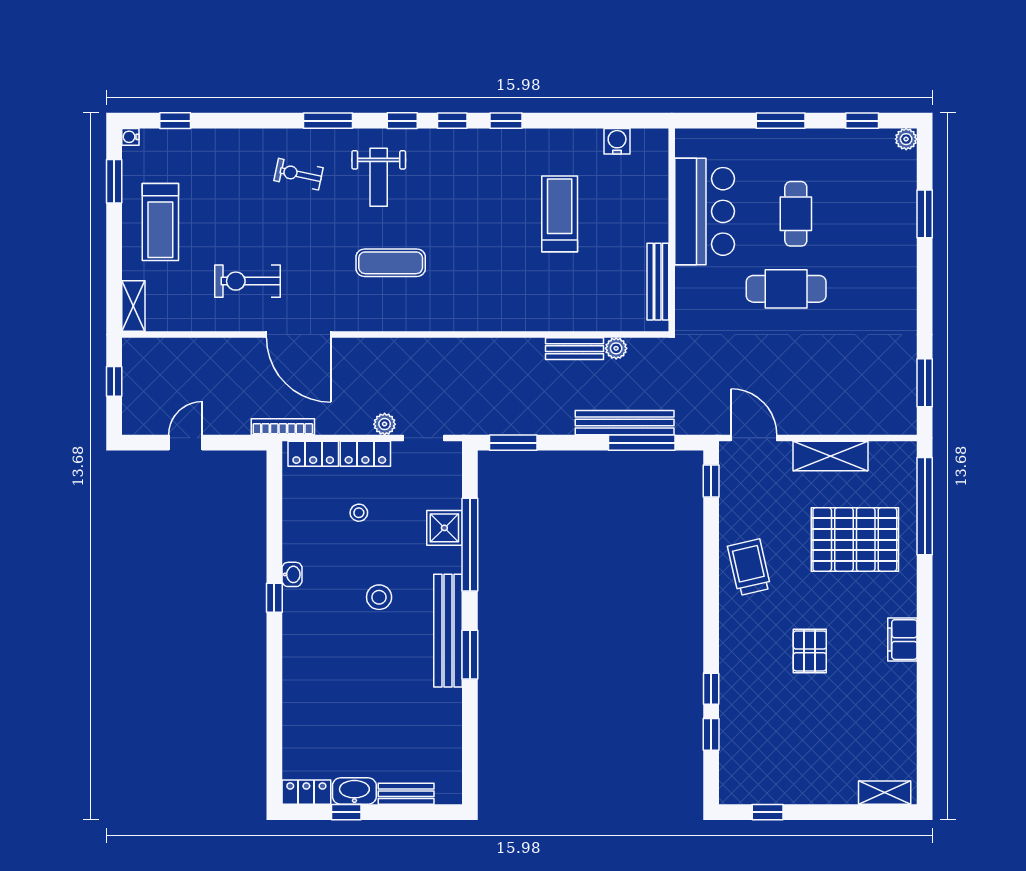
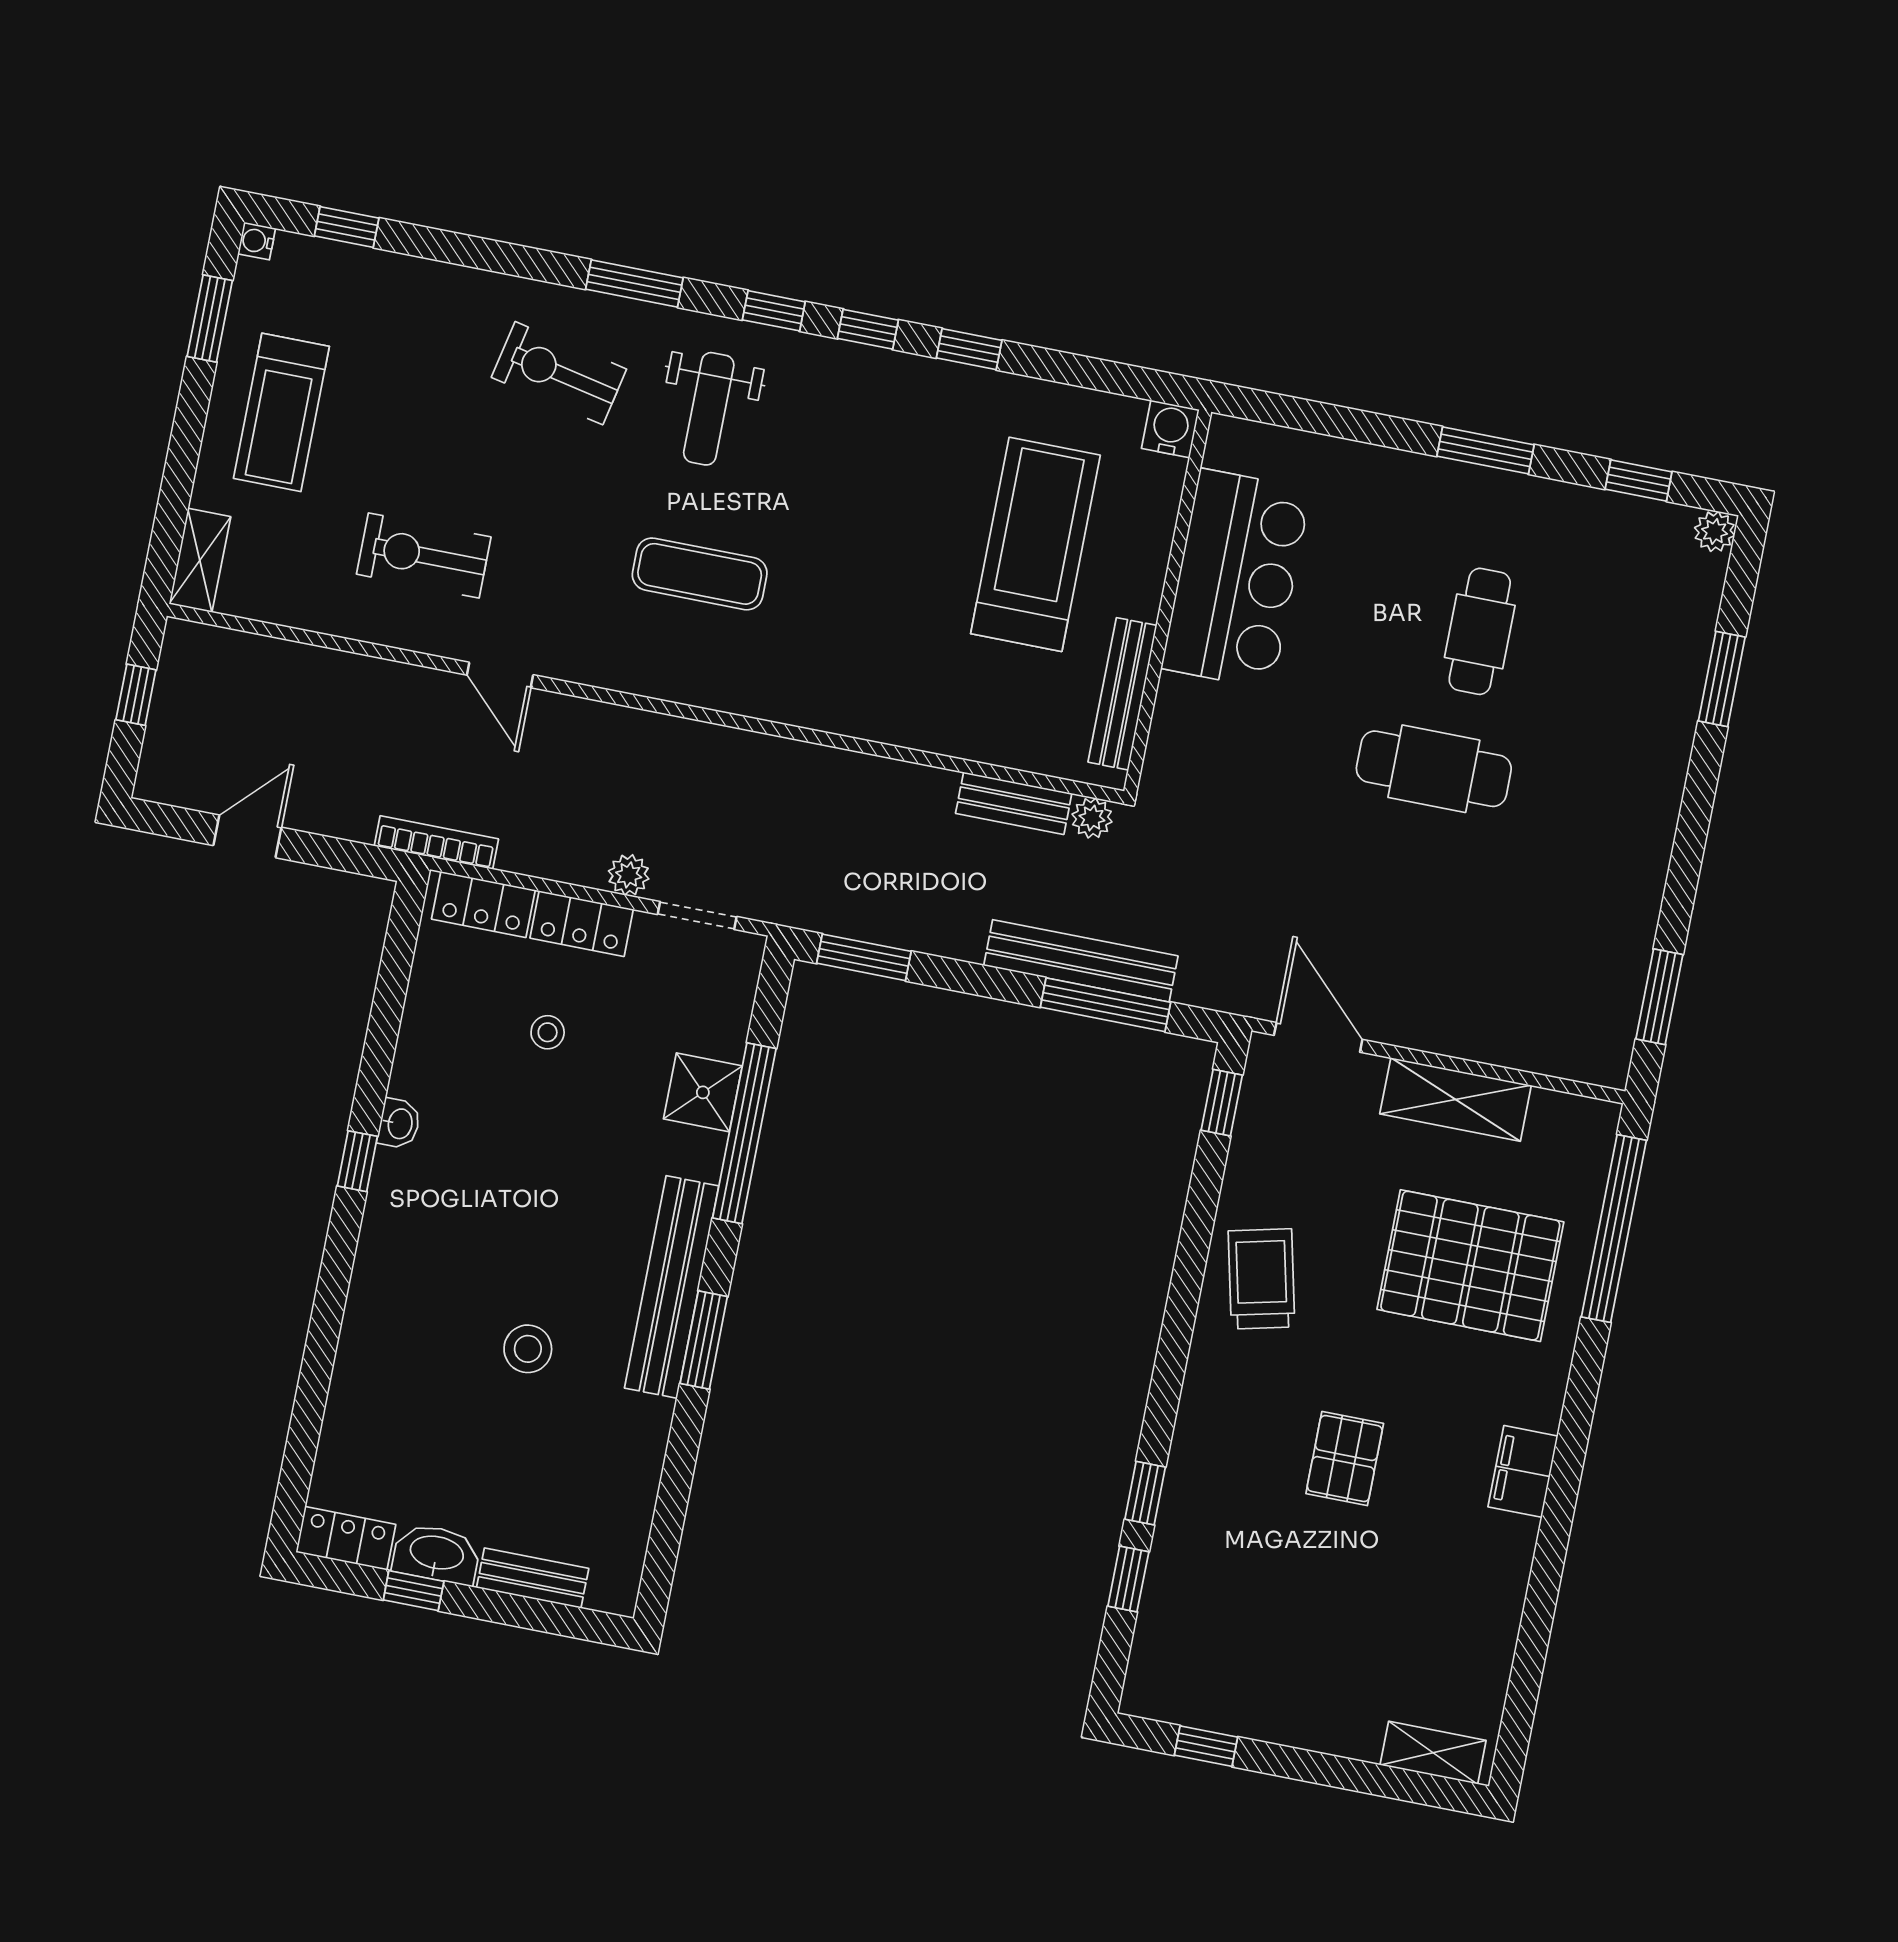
exercise bike: (298, 174) -> (559, 373), width x1.38, depth x1.39
bar counter: (705, 211) -> (1236, 579), moved
treadmill: (560, 214) -> (1035, 544), width x1.37, depth x1.38
wall: (672, 230) -> (1168, 602), moved
bench: (658, 282) -> (1122, 694), moved
door: (299, 335) -> (500, 675), width x0.53
stool: (379, 597) -> (528, 1349), moved

